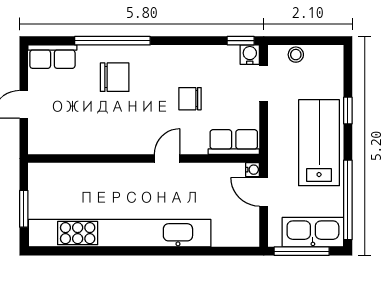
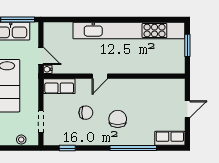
window: (241, 41) -> (67, 148), moved
water cooler: (250, 55) -> (49, 140), removed
chair: (115, 77) -> (118, 119), moved, turned 90

